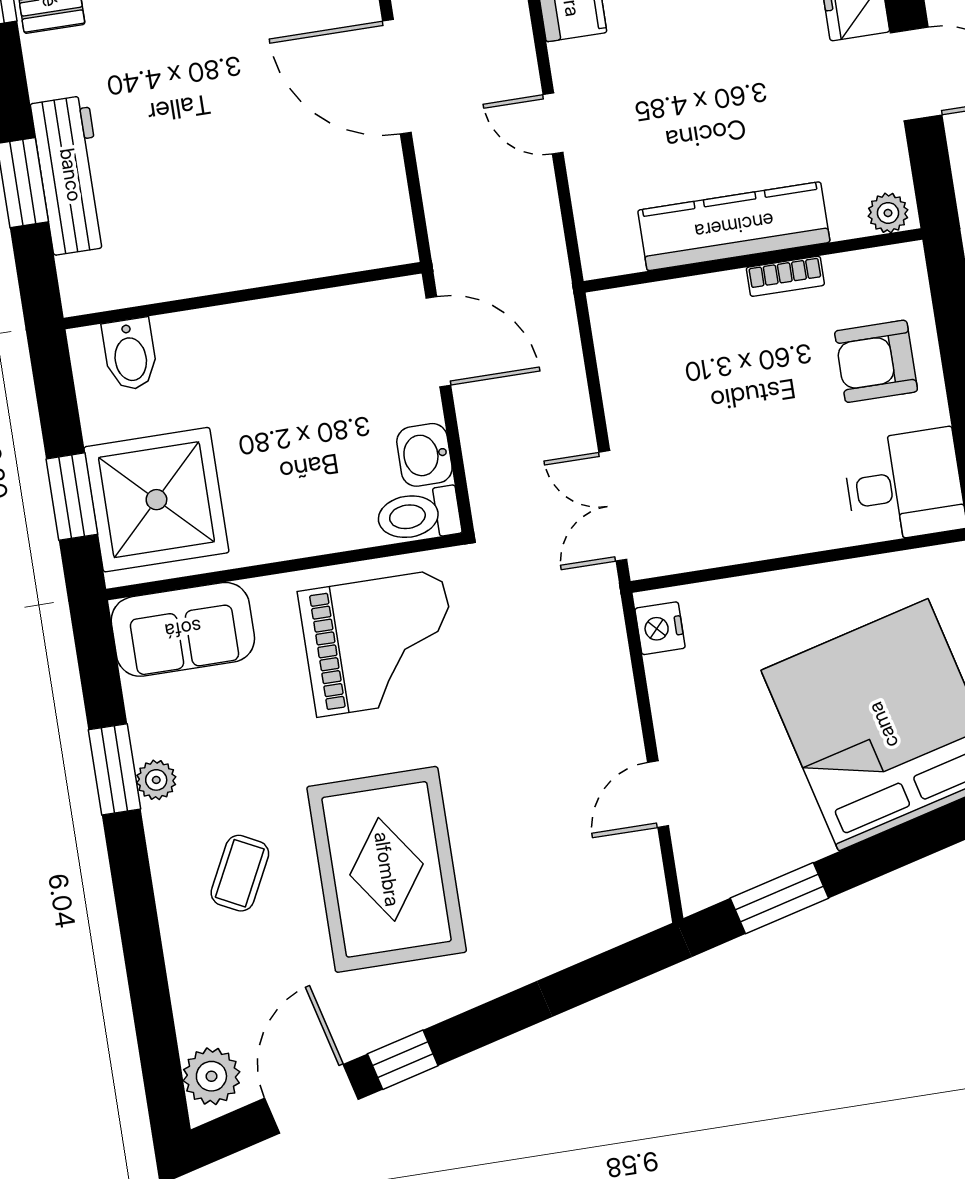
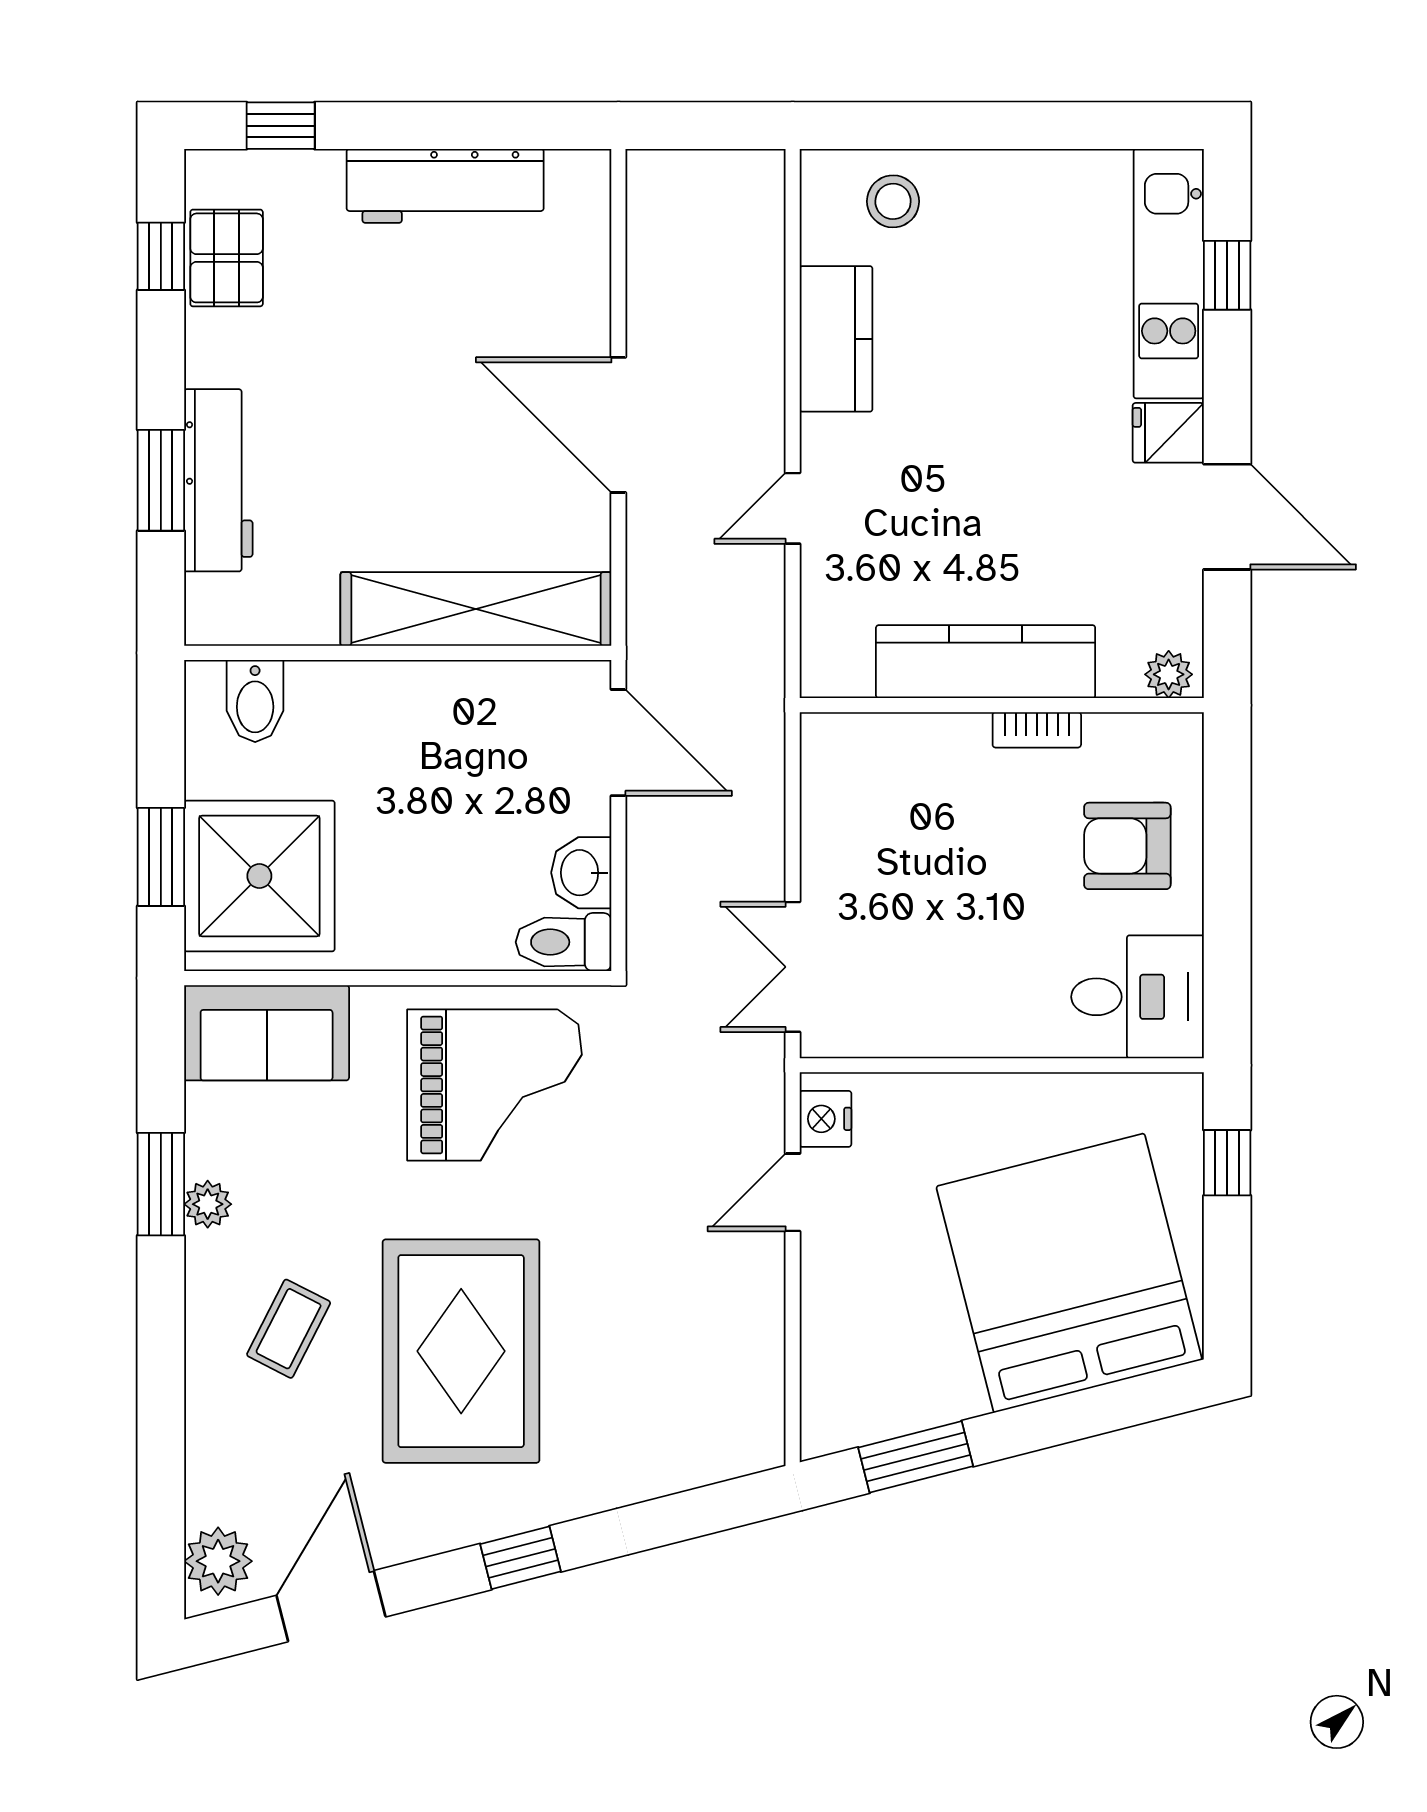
door: (553, 124) -> (793, 508), hinge flipped
shelving: (302, 249) -> (476, 609), added
door: (658, 794) -> (793, 1192), moved
window: (403, 1060) -> (521, 1558), moved

